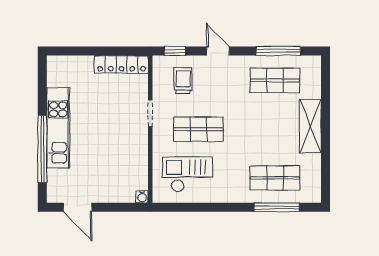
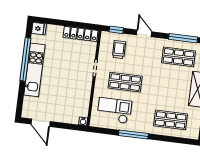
fridge: (57, 64) -> (39, 29), added
window: (42, 149) -> (25, 59), moved
window: (277, 207) -> (133, 134), moved

